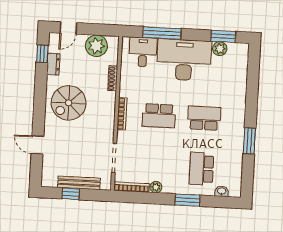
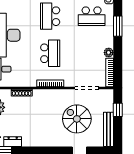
spiral stairs: (69, 103) -> (77, 119), moved, turned 180
bench: (79, 183) -> (108, 129), moved
window: (71, 194) -> (118, 110), moved

